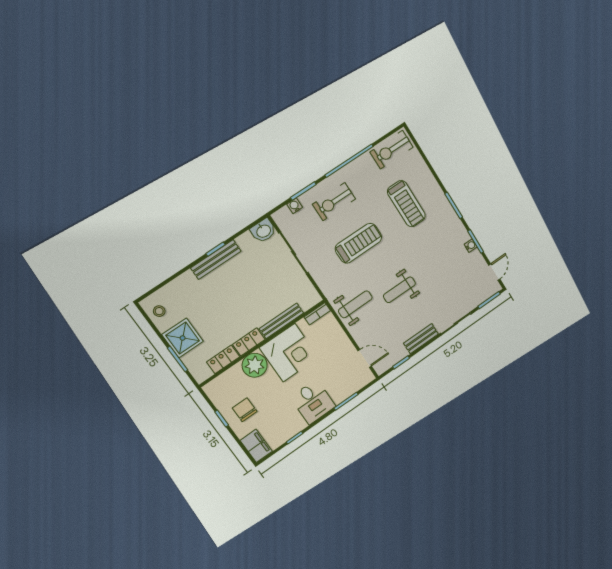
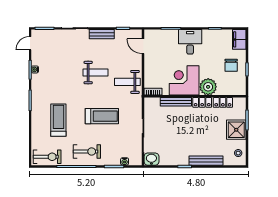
exercise bike: (334, 202) -> (87, 152), moved
treadmill: (358, 243) -> (102, 116), turned 180
bench: (216, 259) -> (206, 161), moved

